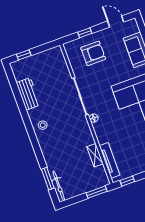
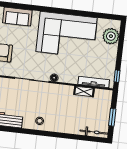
window: (48, 179) -> (84, 138), removed
window: (97, 192) -> (112, 117), moved

